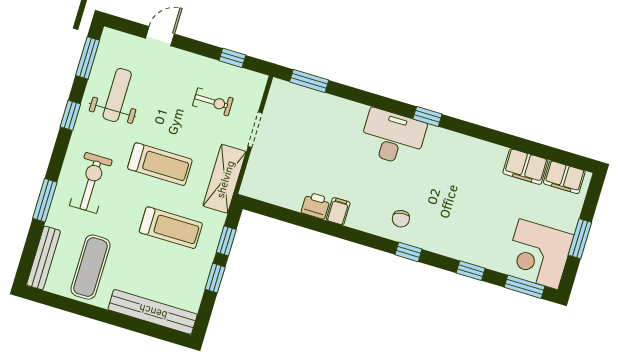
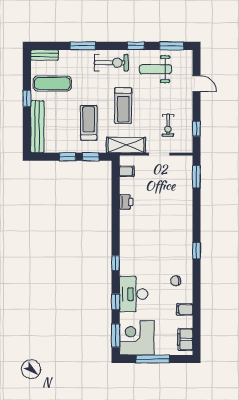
weight bench: (117, 95) -> (155, 69), turned 180
desk: (393, 137) -> (134, 294), moved, turned 180
filing cabinet: (525, 167) -> (185, 309), width x0.50
exercise bike: (91, 183) -> (111, 63), moved
filing cabinet: (338, 211) -> (127, 171), moved
chair: (401, 219) -> (176, 281), moved
treadmill: (171, 228) -> (89, 123), turned 180
window: (580, 239) -> (153, 359), width x1.44
bench: (44, 258) -> (45, 55), width x0.73
window: (102, 315) -> (27, 98), added

